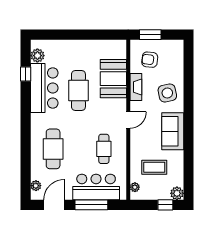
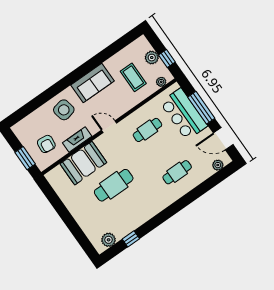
bar counter: (44, 88) -> (132, 215), removed
cafe table: (53, 149) -> (177, 172), width x0.73, depth x0.74
plant: (177, 193) -> (152, 58), moved
window: (165, 205) -> (167, 59), moved

